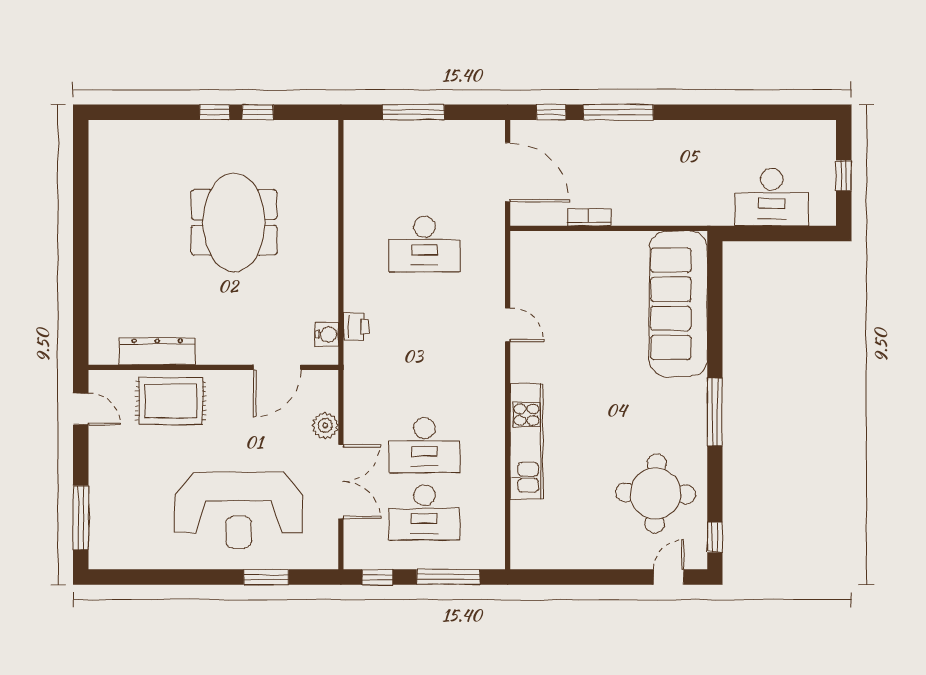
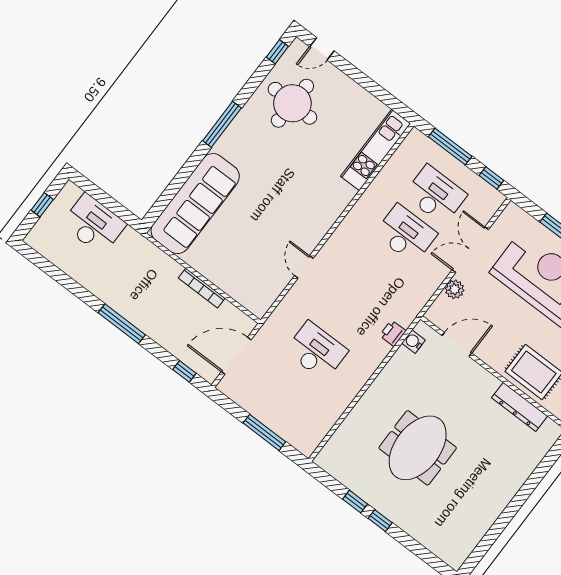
window: (618, 112) -> (122, 324), moved
door: (508, 172) -> (236, 356), hinge flipped
bookcase: (589, 217) -> (202, 288), width x1.56
kitchen unit: (527, 441) -> (376, 150), moved

